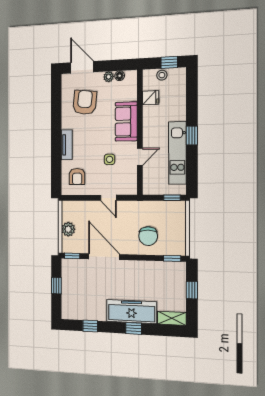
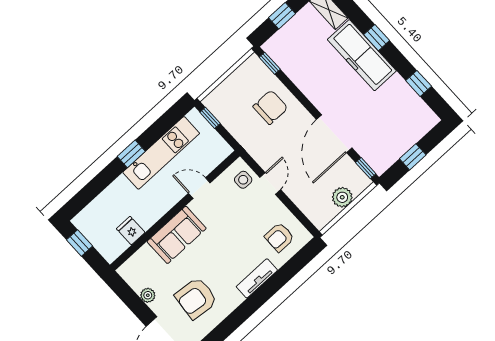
stool: (162, 75) -> (98, 239), removed
floor lamp: (120, 76) -> (137, 284), removed
side table: (110, 159) -> (243, 180), moved
armchair: (77, 177) -> (279, 237), turned 180

